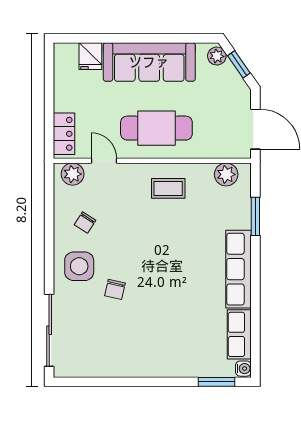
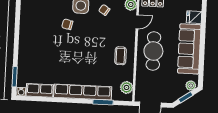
row of seats: (238, 269) -> (83, 92), width x1.36

